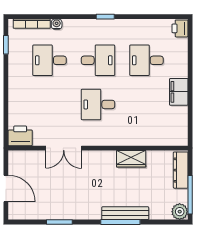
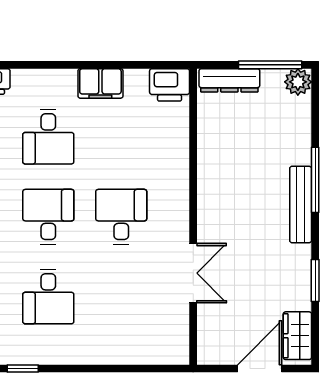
desk: (98, 104) -> (121, 217), turned 180
printer: (20, 136) -> (170, 85), moved, turned -90
wardrobe: (131, 159) -> (297, 336), moved, turned 180
bench: (125, 213) -> (301, 204), moved

